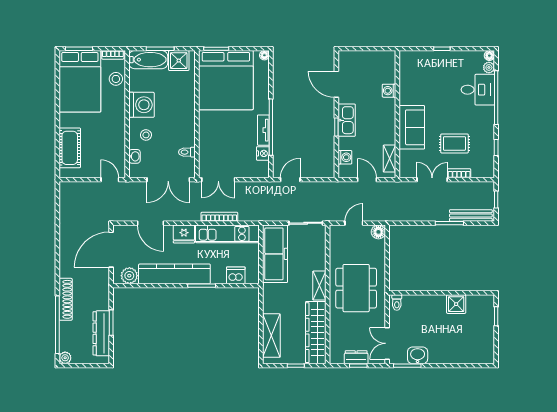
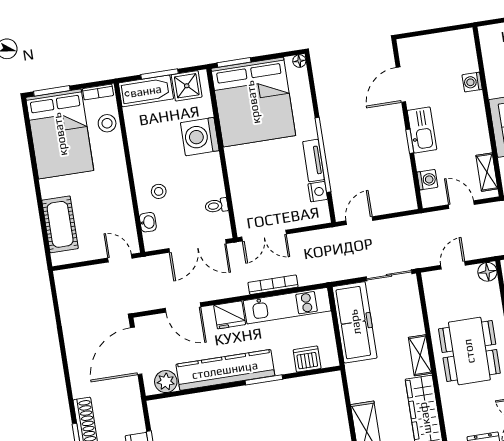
door: (336, 84) -> (401, 85), hinge flipped
washing machine: (141, 105) -> (200, 137), moved, turned 180

